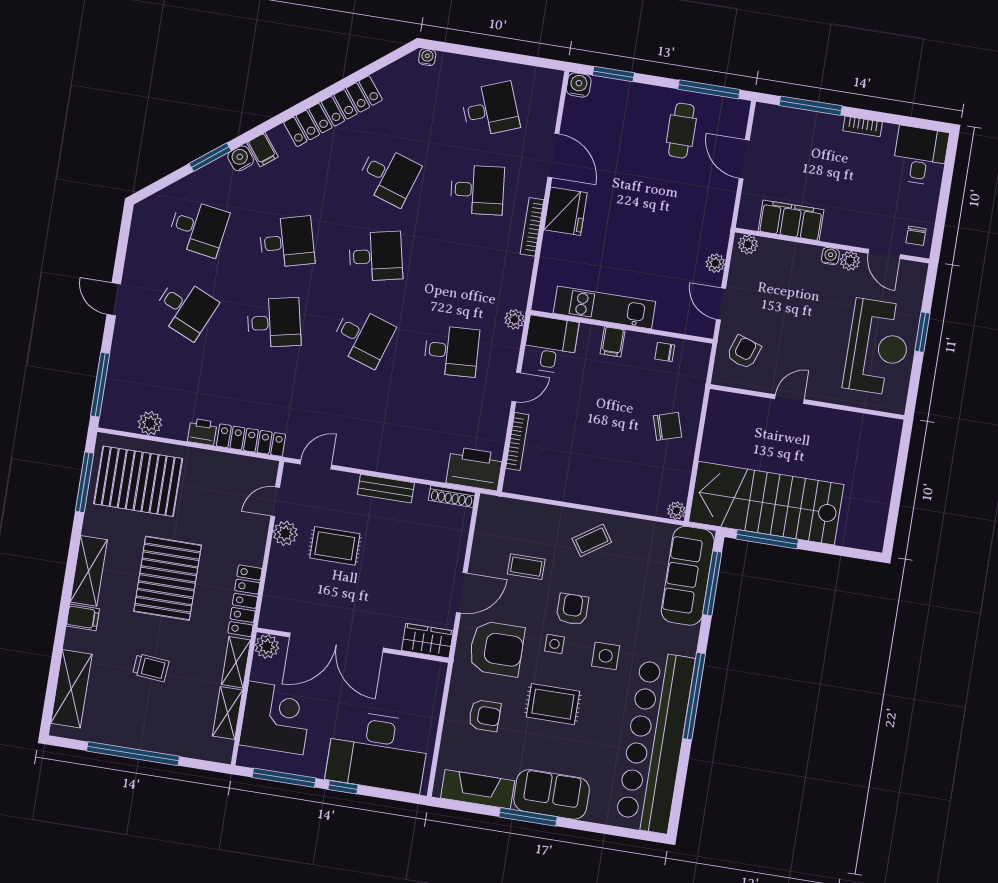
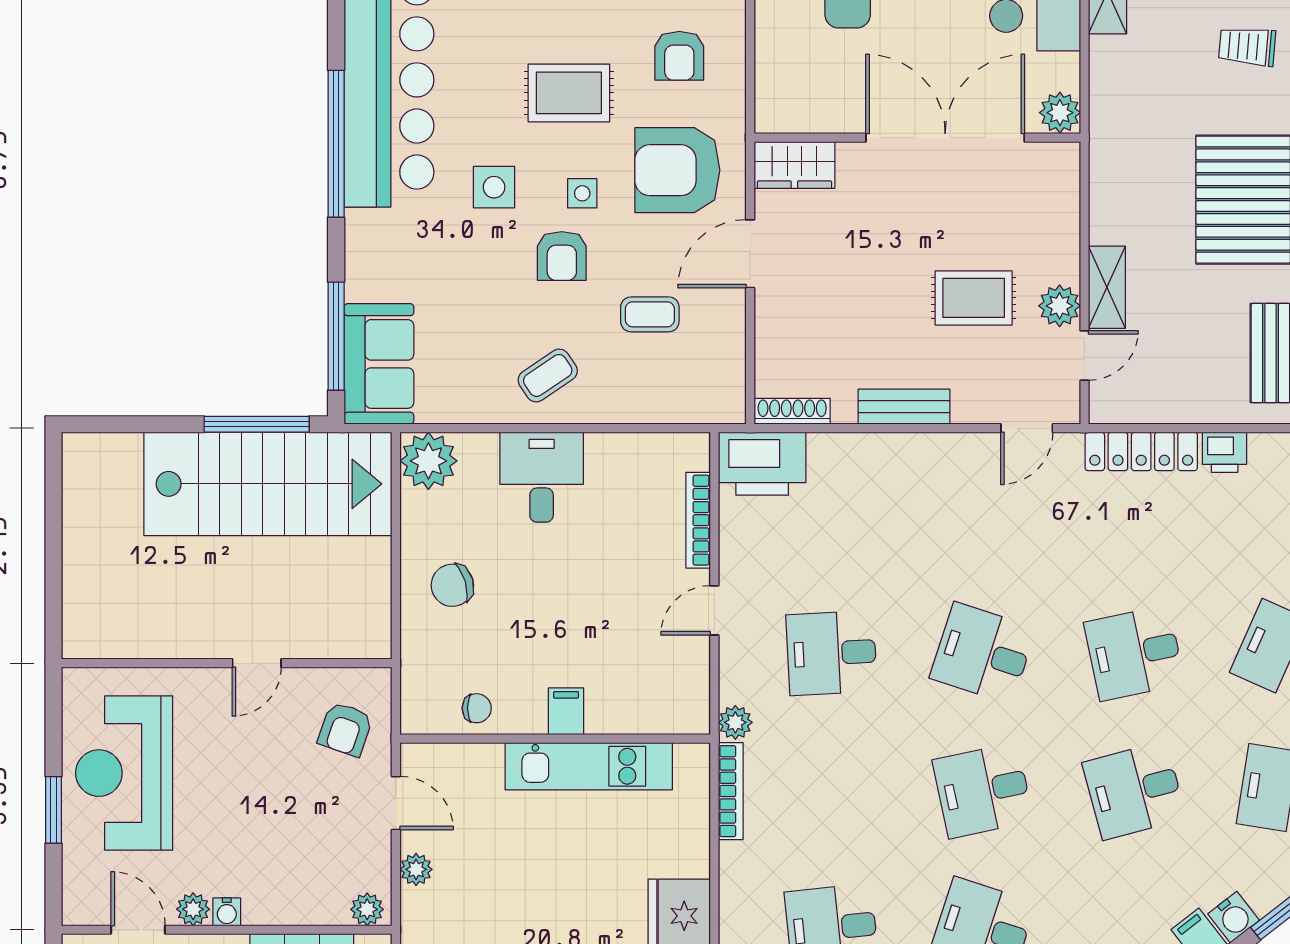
bookcase: (532, 227) -> (731, 791), moved
desk: (550, 345) -> (542, 477), moved, turned 180
plant: (676, 511) -> (428, 461), width x1.88, depth x1.88
sofa: (688, 576) -> (379, 364), width x0.73
locker: (245, 601) -> (1108, 183), removed
shelving: (236, 662) -> (1107, 287), moved
armchair: (485, 716) -> (679, 56), turned -90

